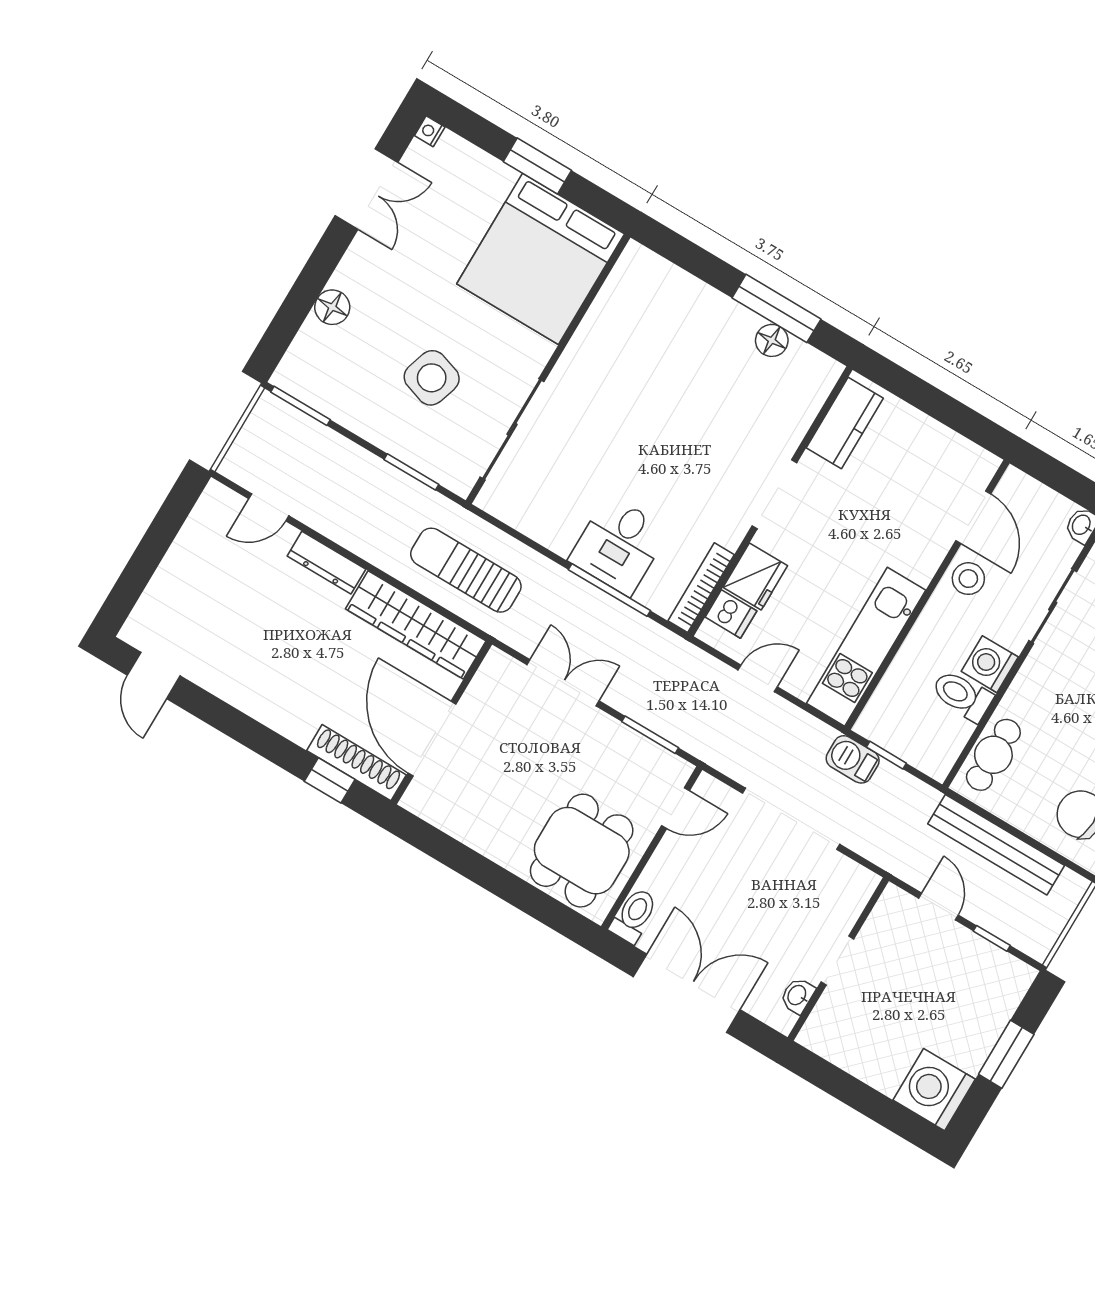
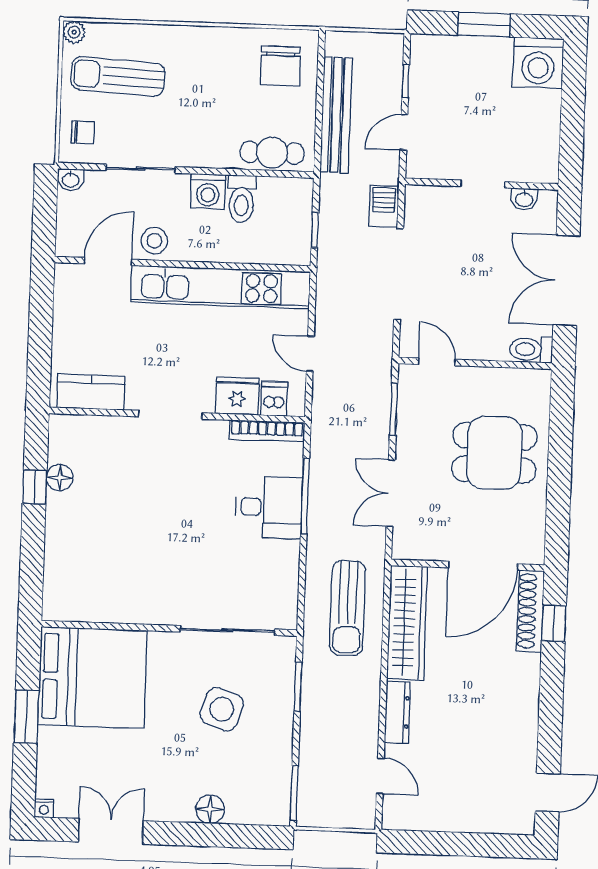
window: (776, 308) -> (35, 487), width x0.46
kitchen unit: (866, 647) -> (220, 287), width x1.36
barbecue: (853, 759) -> (384, 206), moved, turned 180
dining table: (582, 851) -> (494, 453), moved

